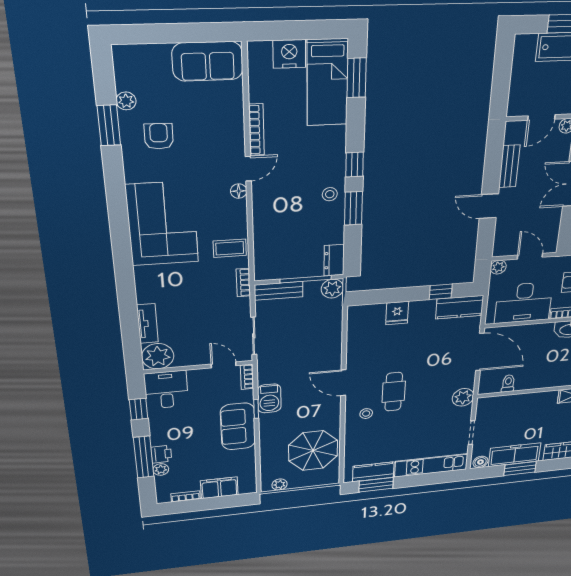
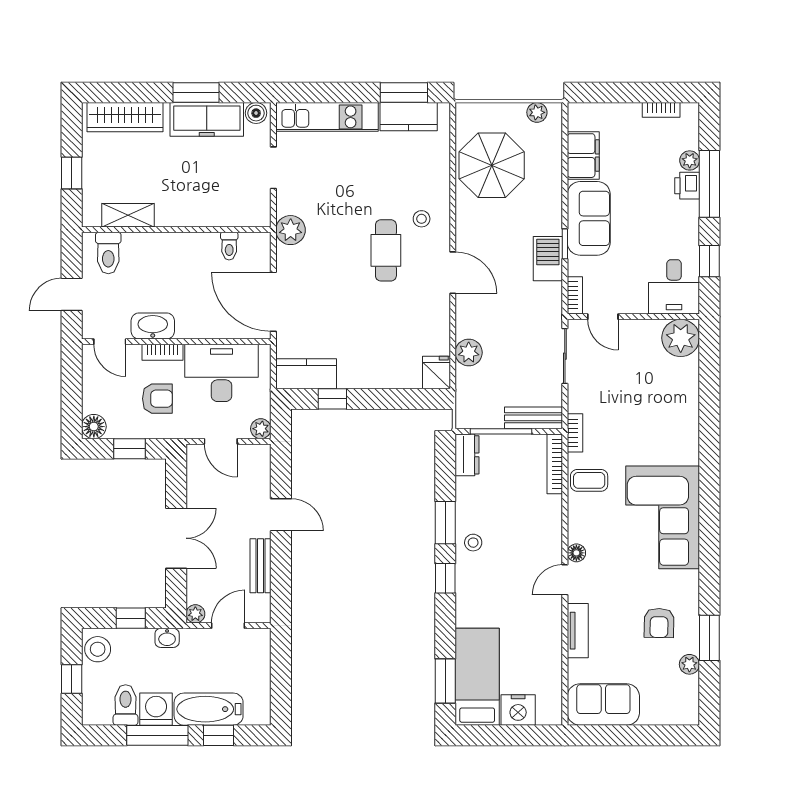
bookcase: (256, 130) -> (555, 464), moved
plant: (332, 289) -> (469, 353), moved
fridge: (397, 313) -> (436, 373), moved
tv unit: (147, 324) -> (578, 631), moved, turned 180
filing cabinet: (219, 488) -> (583, 156), moved, turned -90

